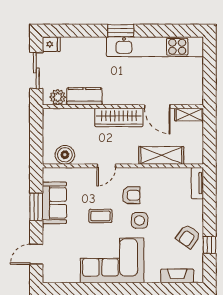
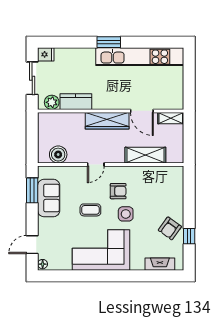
tv unit: (197, 183) -> (178, 180), removed
window: (36, 207) -> (32, 190), moved
floor lamp: (48, 276) -> (43, 264), added

